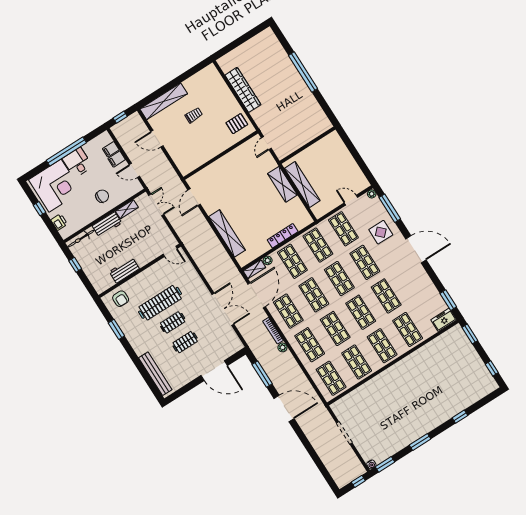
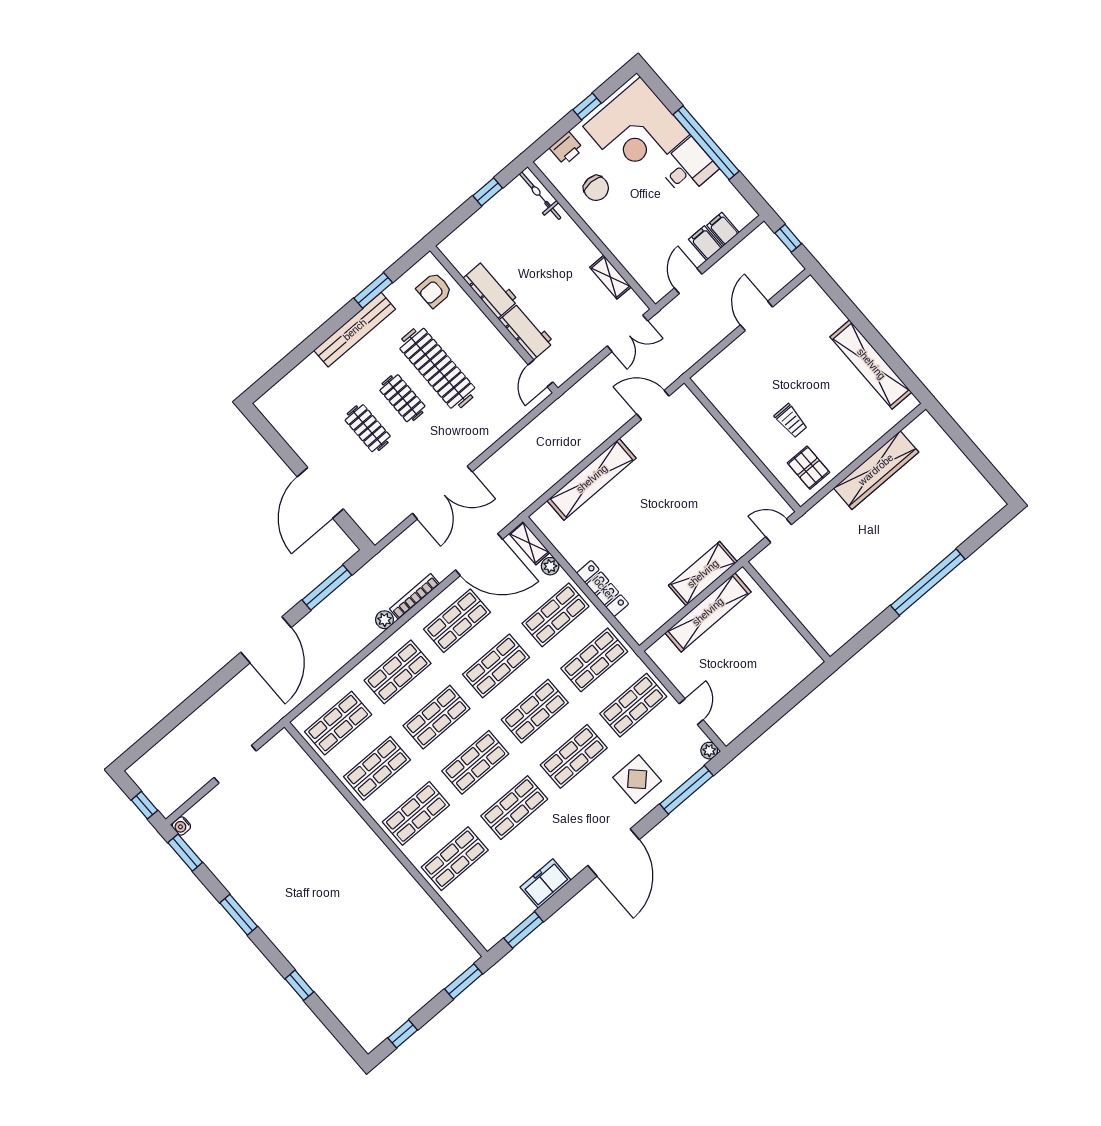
shelving: (164, 101) -> (871, 364), moved
trolley: (194, 115) -> (791, 421), moved
chair: (102, 196) -> (596, 188), moved
workbench: (107, 224) -> (527, 331), moved, turned 180
freezer: (444, 320) -> (546, 884), moved, turned -90
bench: (155, 374) -> (355, 330), moved

